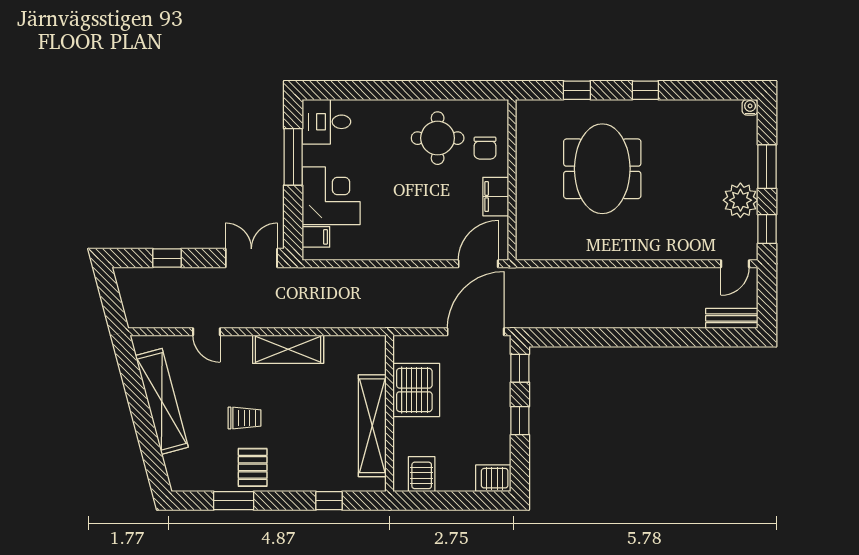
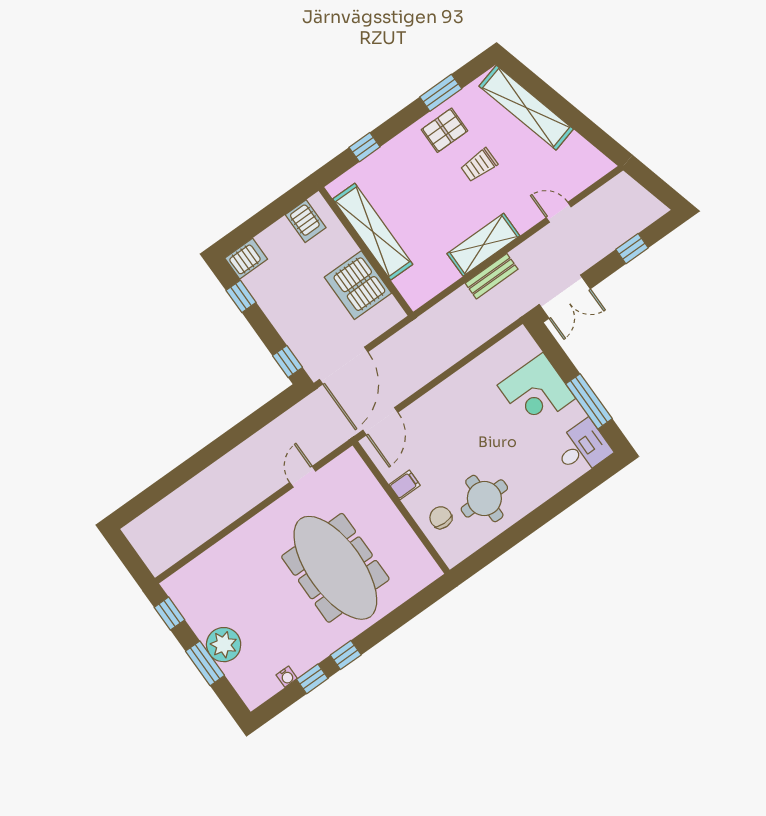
window: (577, 90) -> (312, 679), moved
water cooler: (750, 107) -> (287, 677), moved
meeting table: (602, 169) -> (335, 568), width x1.36
filing cabinet: (496, 197) -> (405, 485), width x0.50
plant: (740, 200) -> (224, 645), moved
filing cabinet: (316, 237) -> (525, 350), removed
door: (735, 264) -> (303, 477), moved
bench: (732, 318) -> (492, 276), moved
shelving: (162, 401) -> (526, 108), moved
window: (520, 421) -> (241, 296), moved
pallet: (253, 467) -> (444, 130), turned 90

